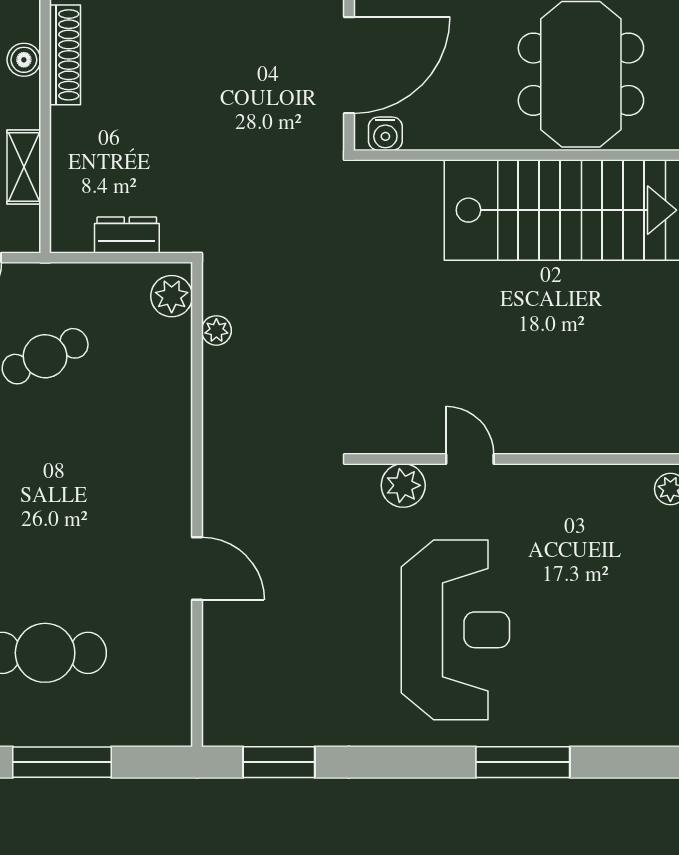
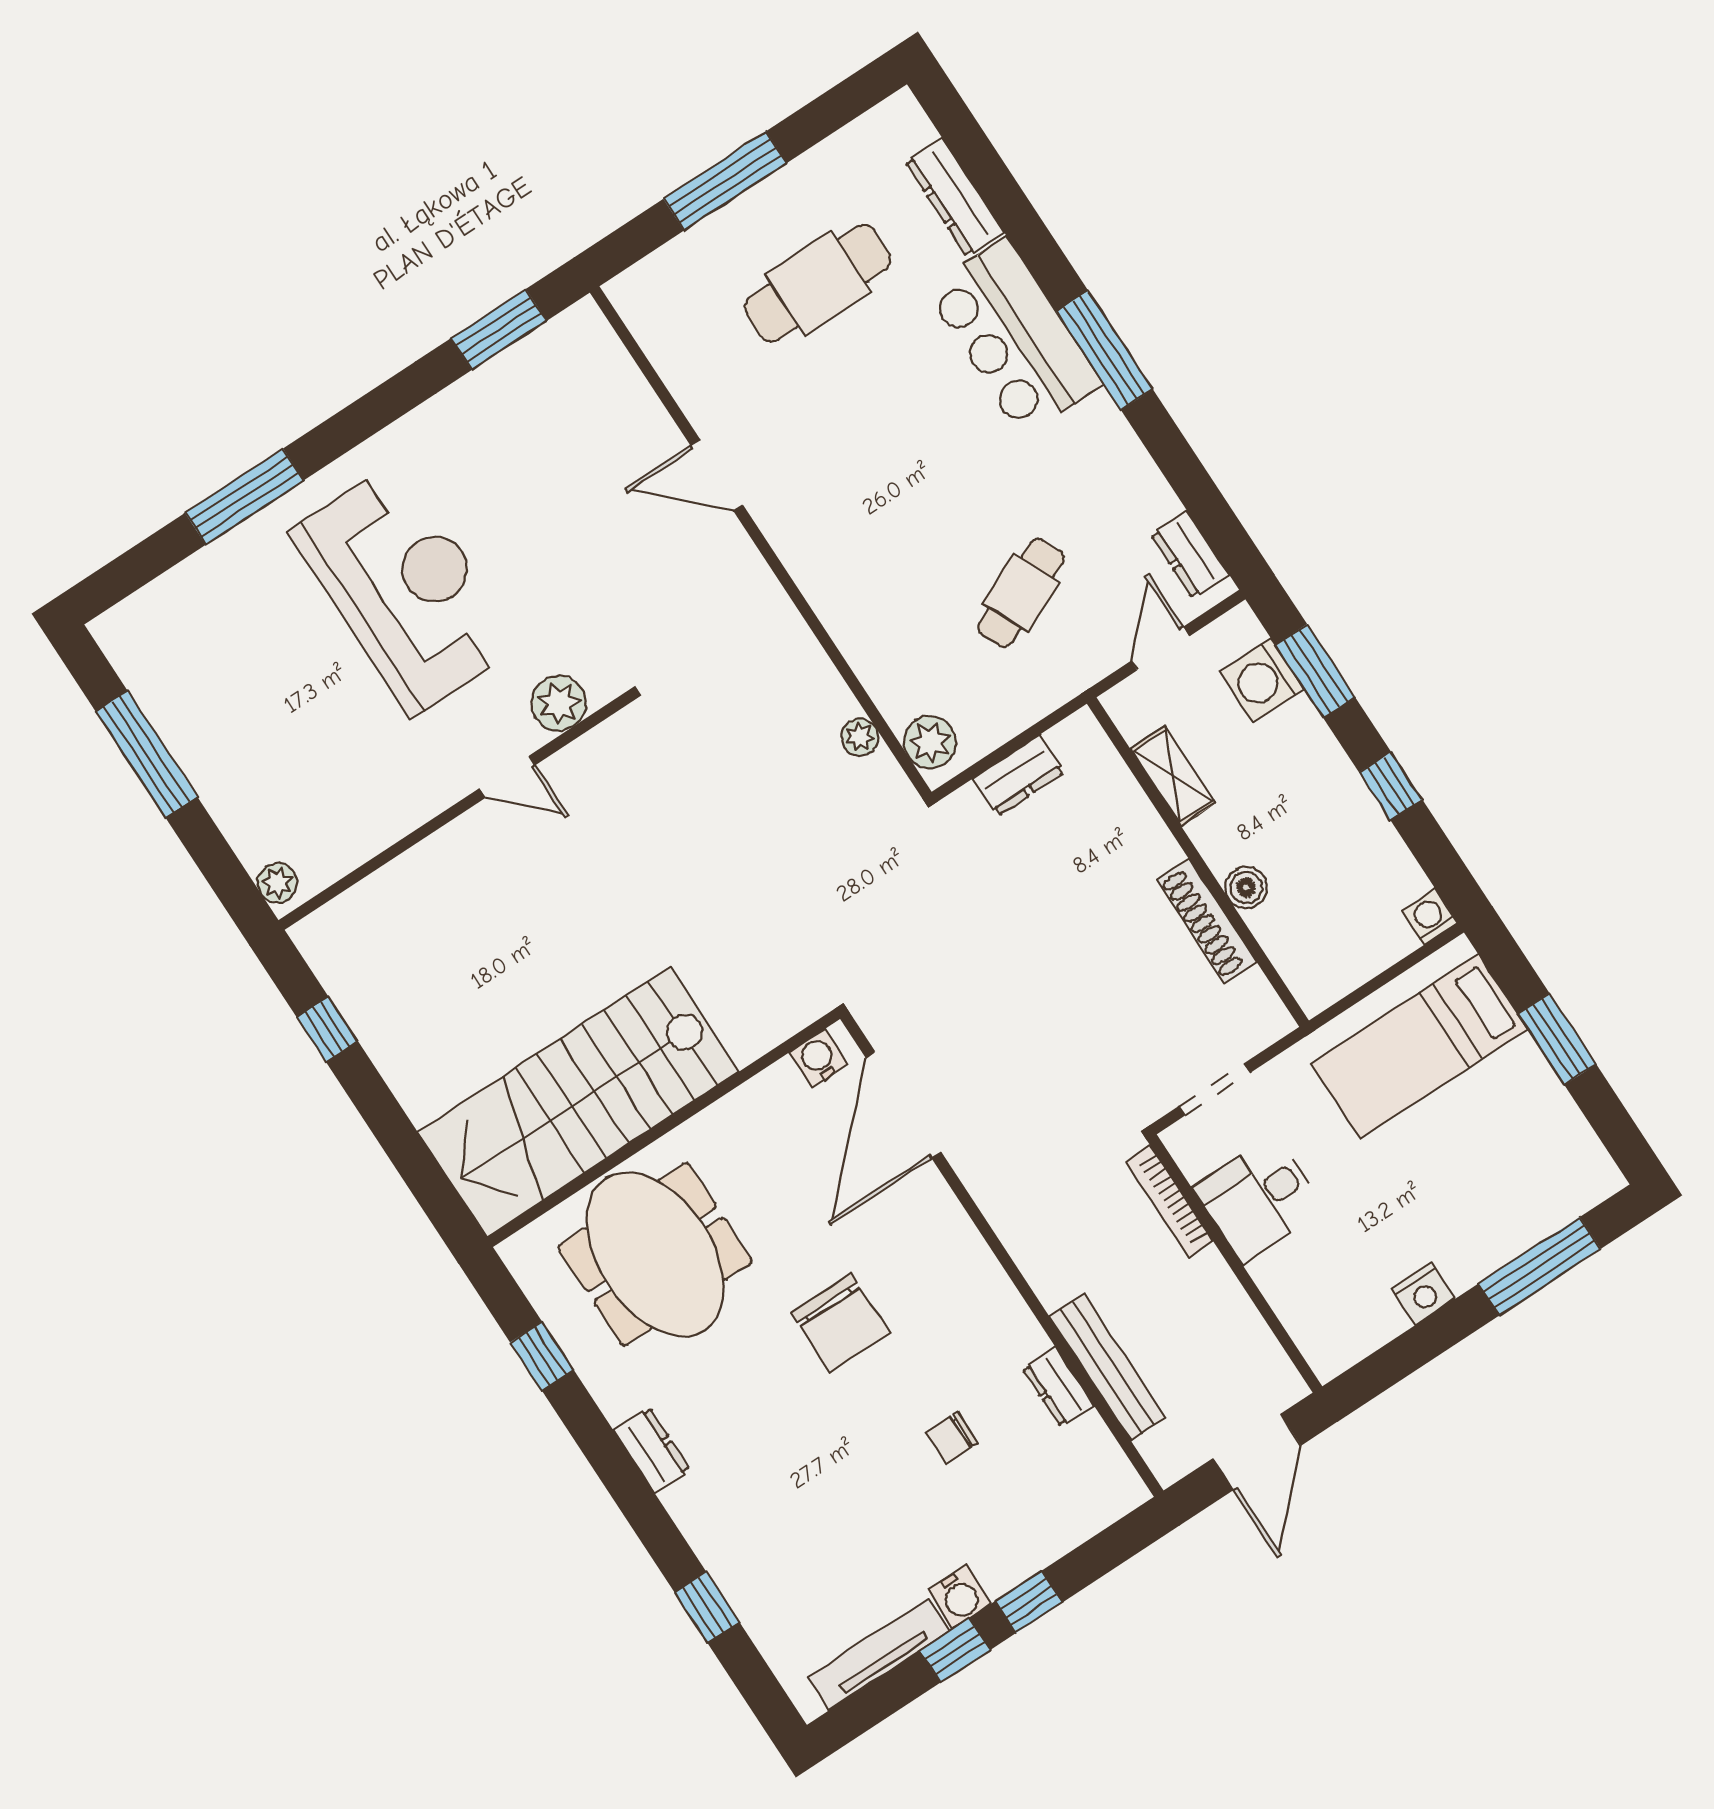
reception desk: (455, 630) -> (405, 589), turned 180

